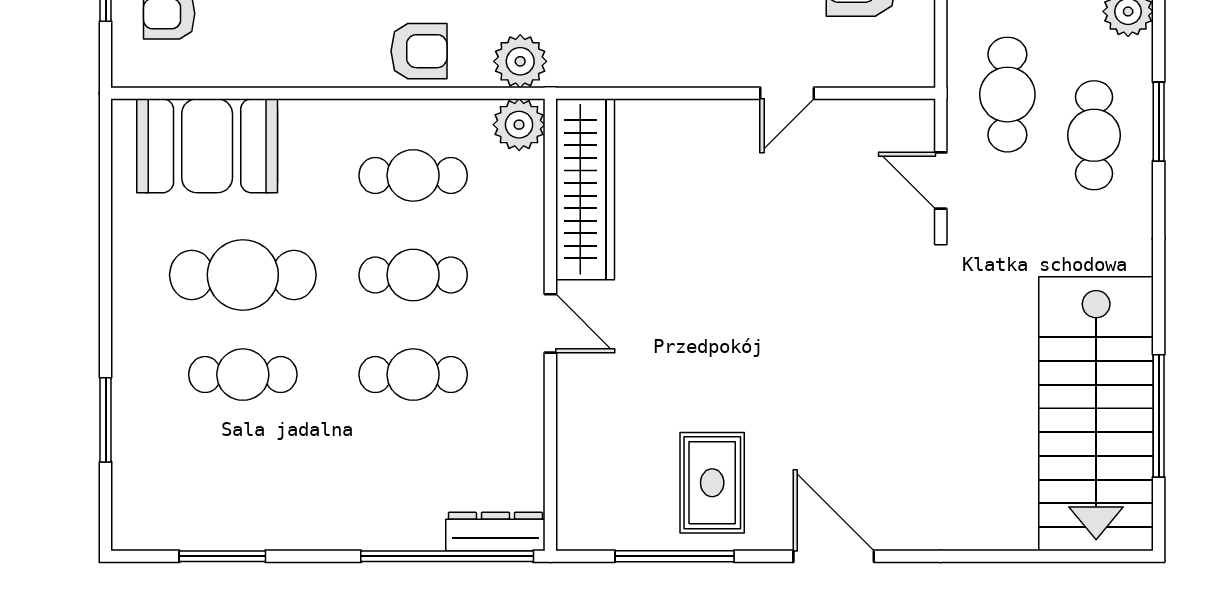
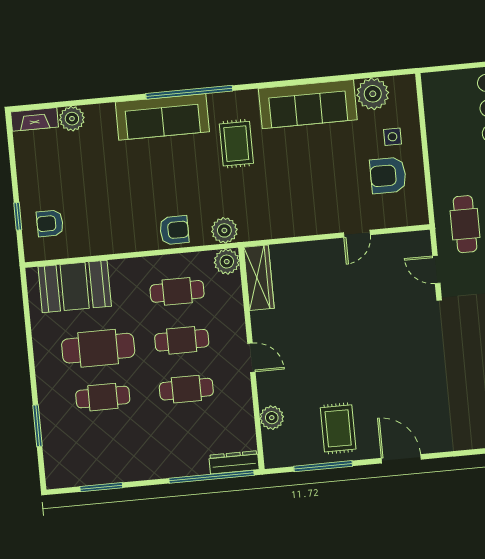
wardrobe: (585, 189) -> (259, 278), width x0.71, depth x0.85
plant: (580, 448) -> (272, 418), added

